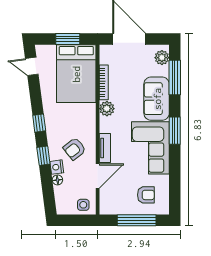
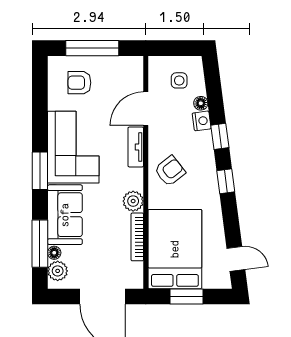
floor lamp: (164, 71) -> (54, 253), added
armchair: (75, 149) -> (170, 171), moved
side table: (83, 205) -> (179, 80), moved

